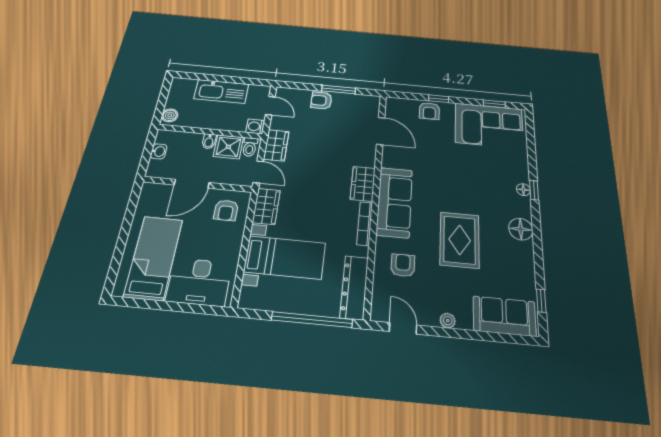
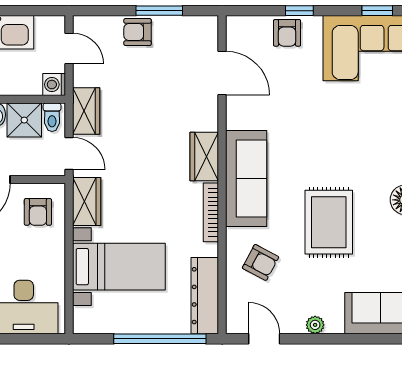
armchair: (403, 265) -> (261, 262), turned 118

